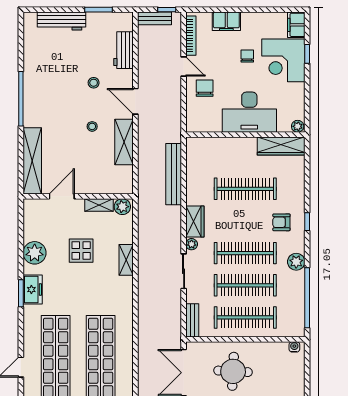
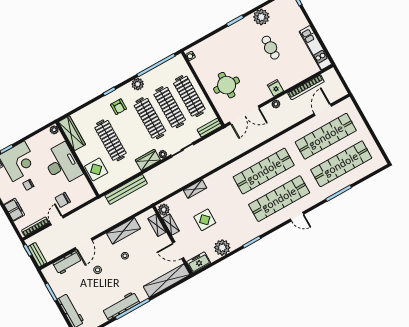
workbench: (33, 87) -> (121, 306), added
door: (135, 101) -> (84, 244), moved
display table: (219, 151) -> (96, 169), added
shelving: (108, 187) -> (157, 225), added
freezer: (33, 290) -> (199, 262), moved

